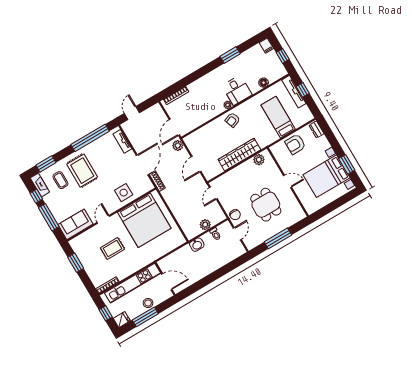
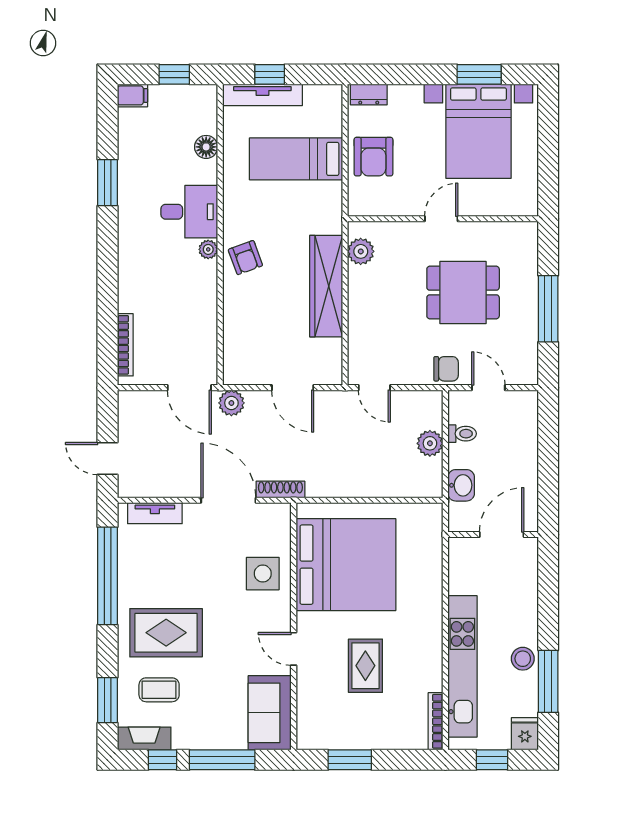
wall: (165, 279) -> (493, 535), moved
door: (167, 282) -> (502, 535), moved

